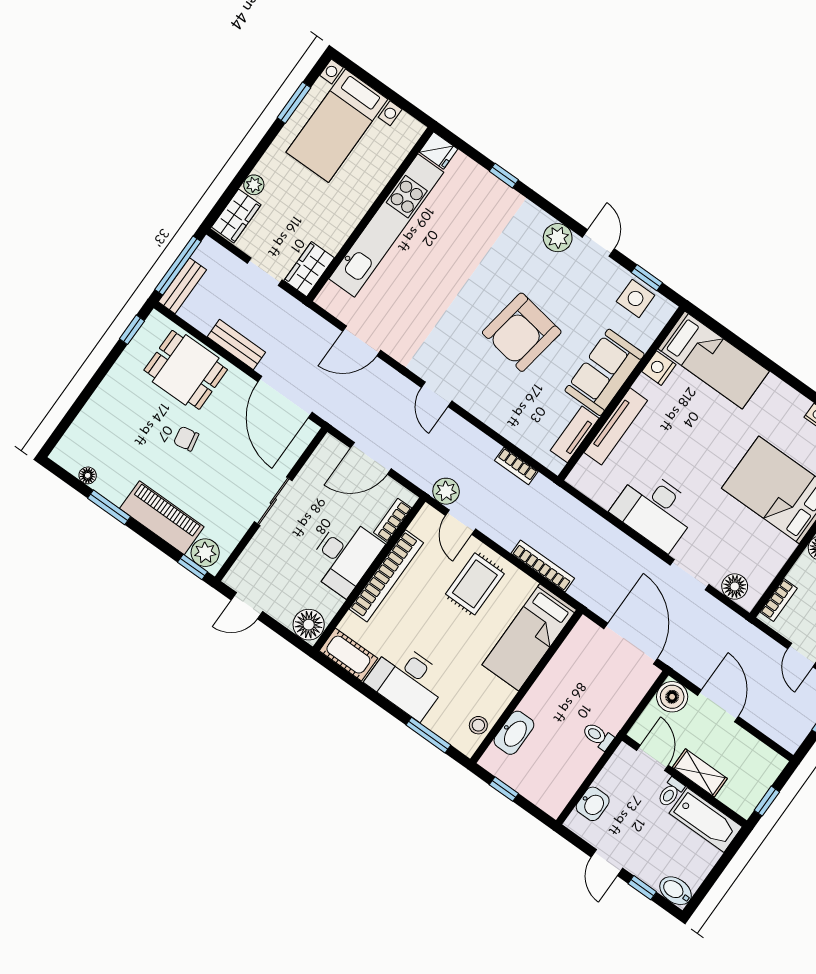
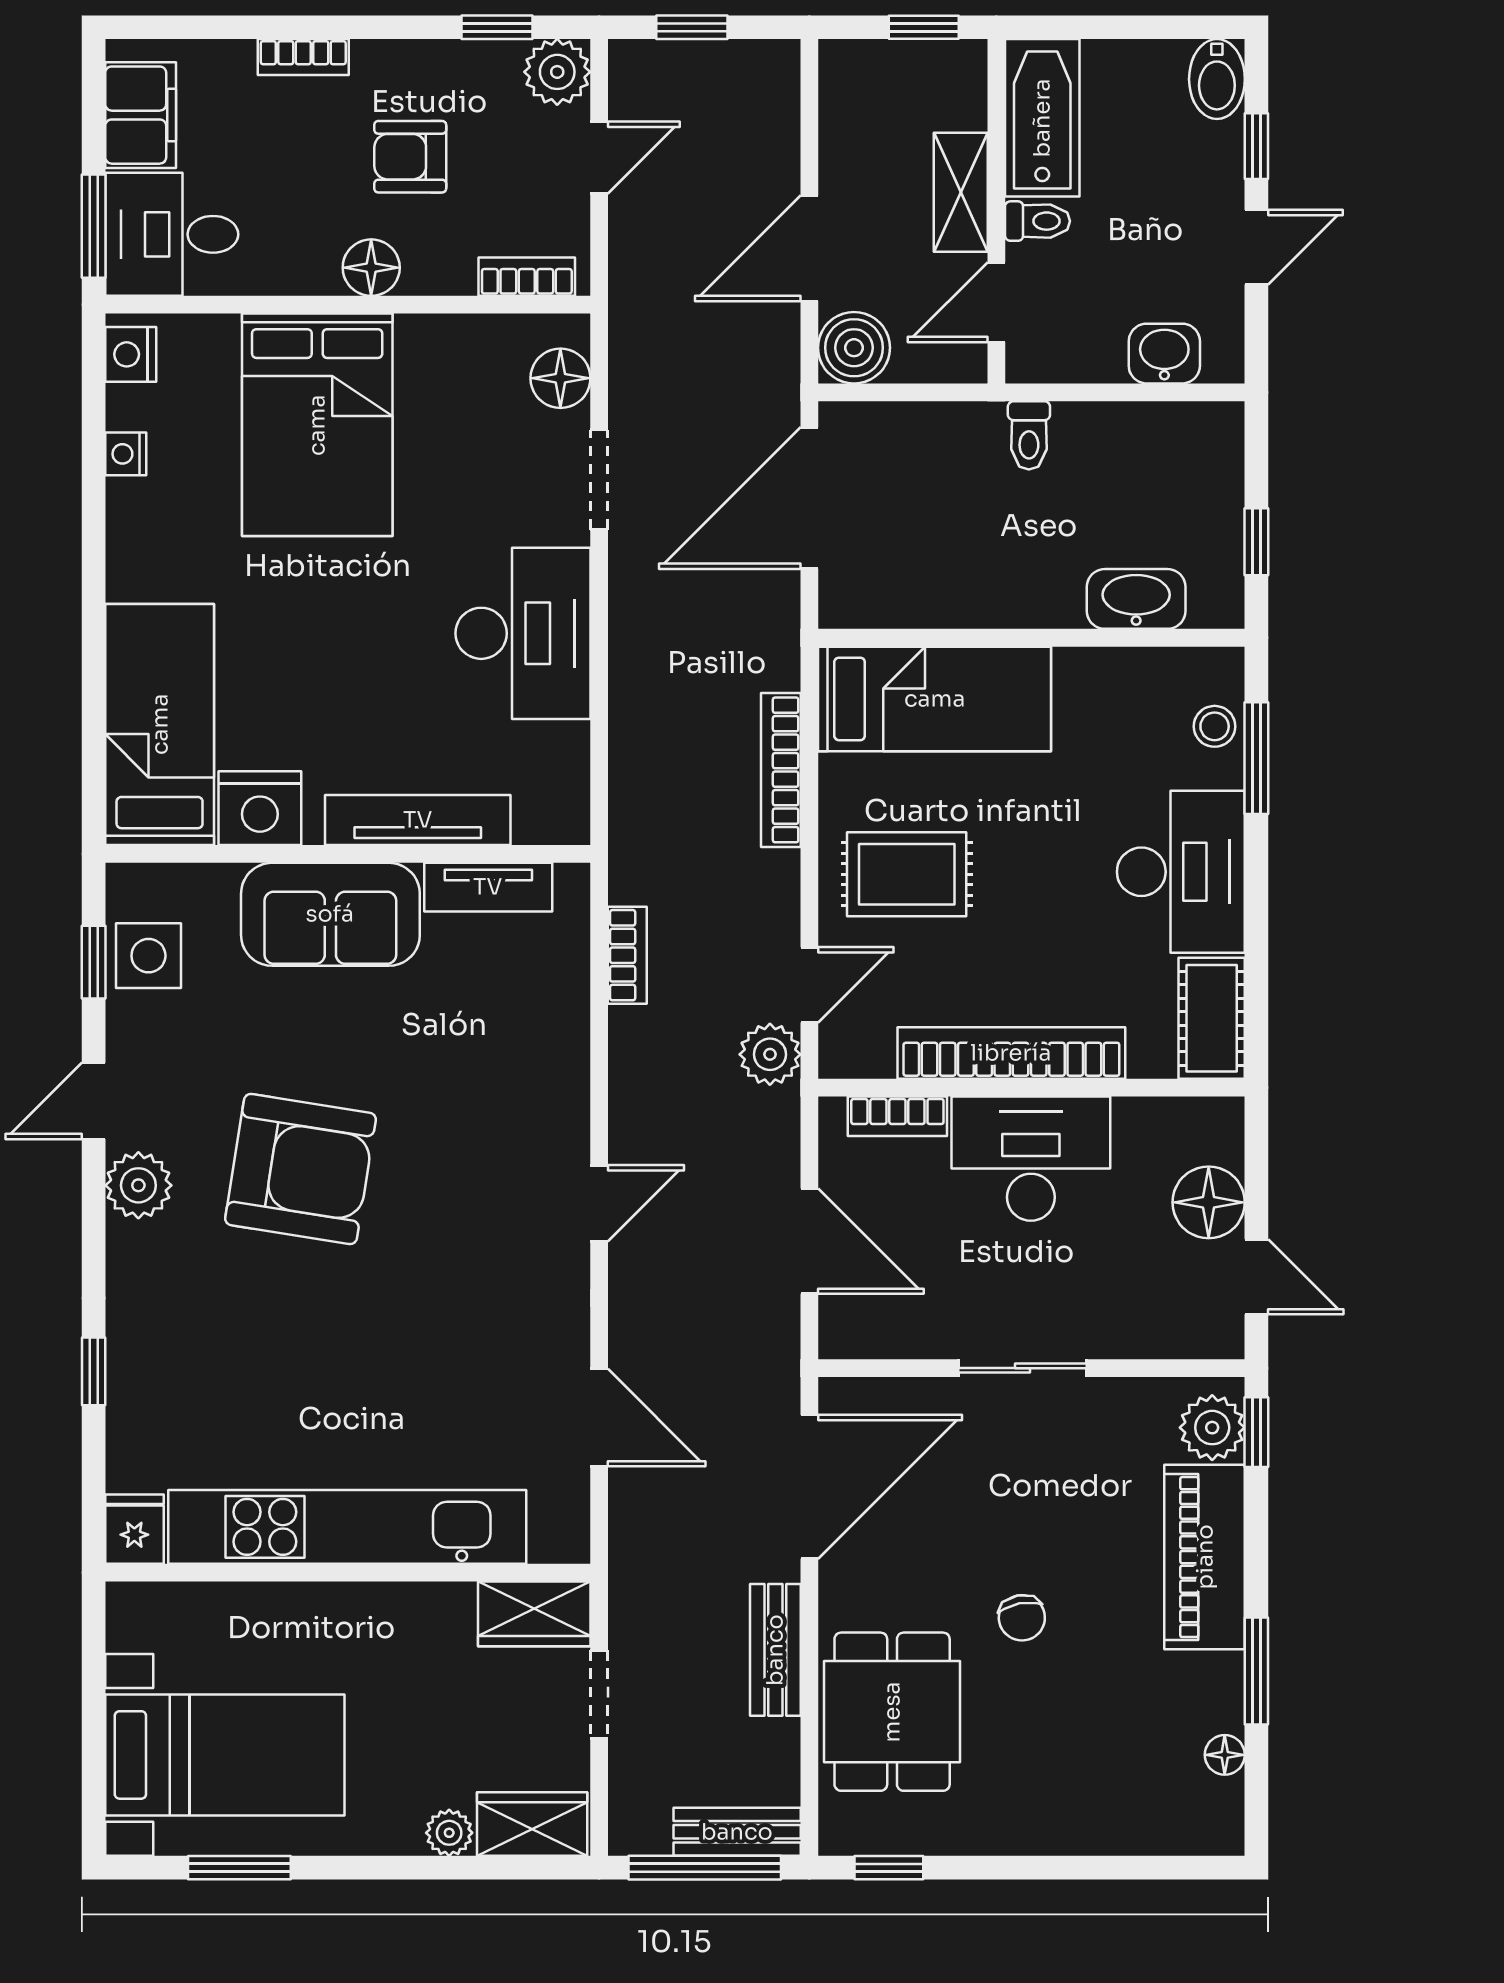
armchair: (522, 332) -> (300, 1169), moved
nightstand: (659, 368) -> (260, 808), width x1.36, depth x1.33
floor lamp: (309, 625) -> (1209, 1202), moved
stool: (478, 725) -> (1215, 726), moved

